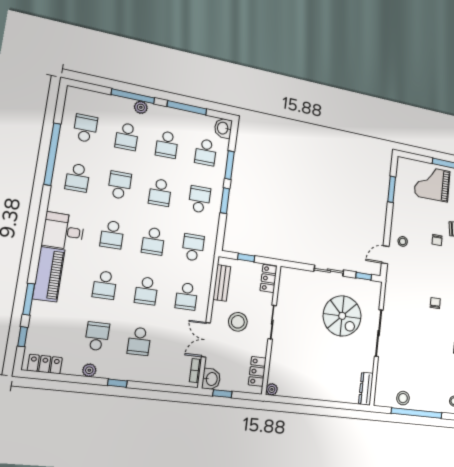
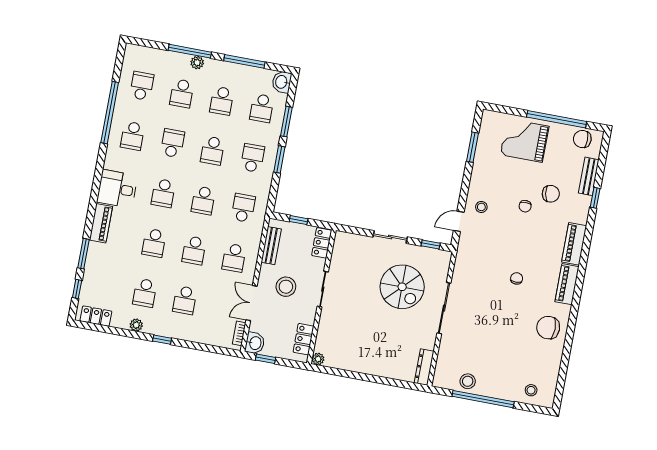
piano: (49, 274) -> (101, 223), width x0.73, depth x0.75
school desk: (97, 336) -> (145, 293), turned 180

